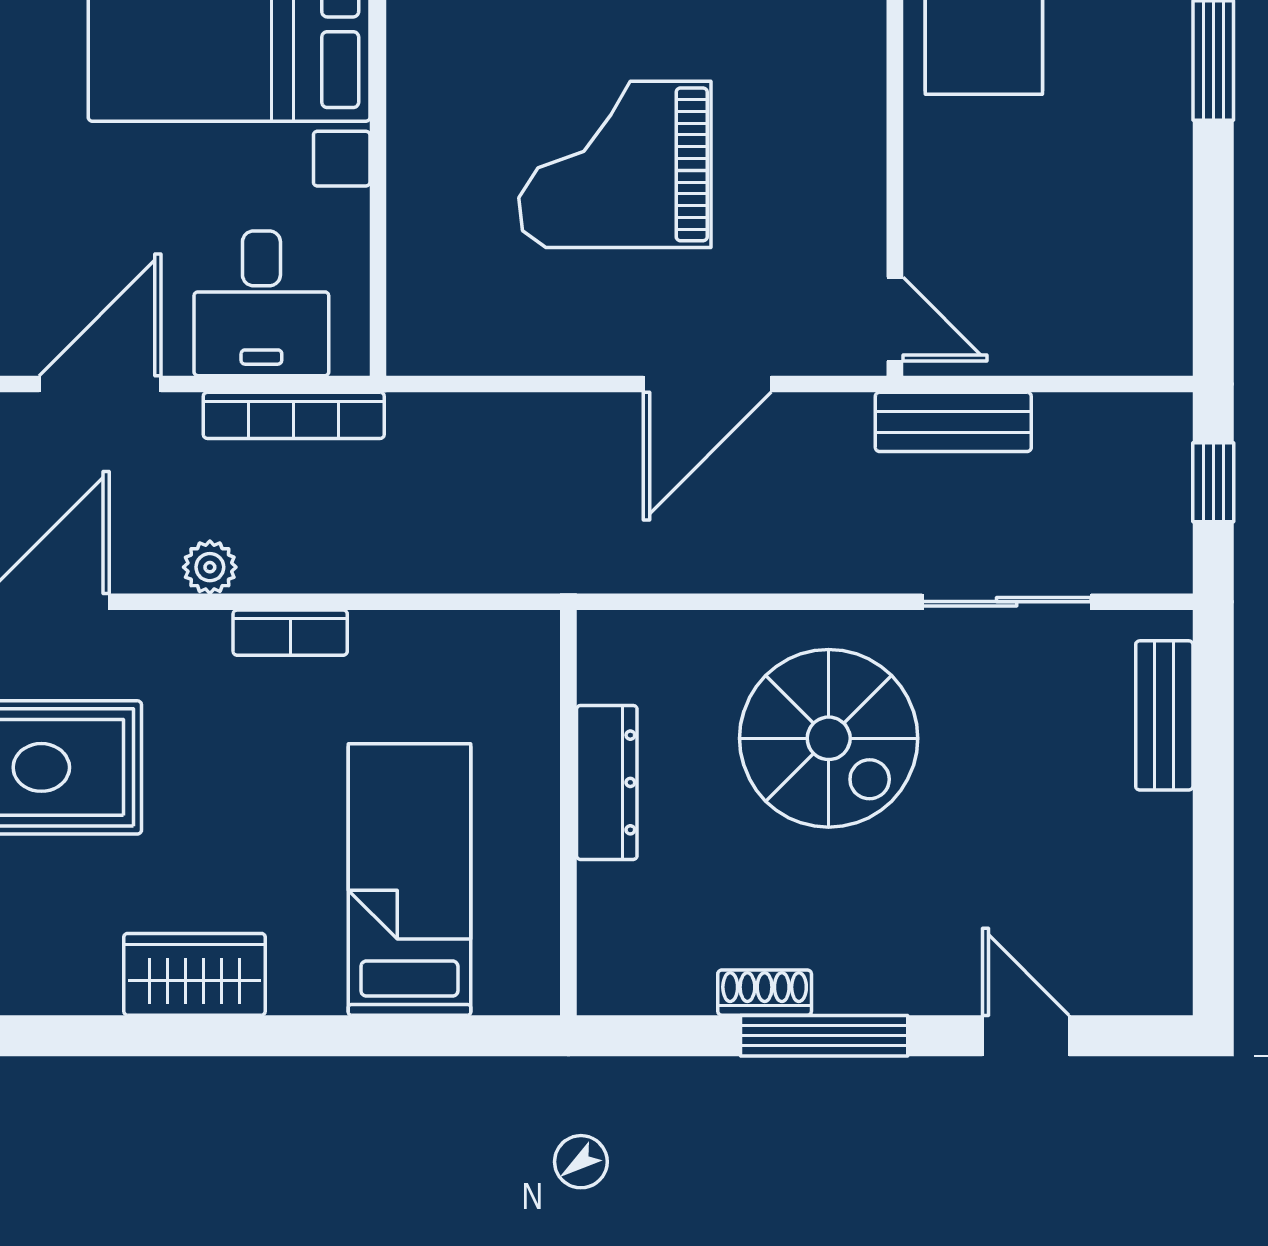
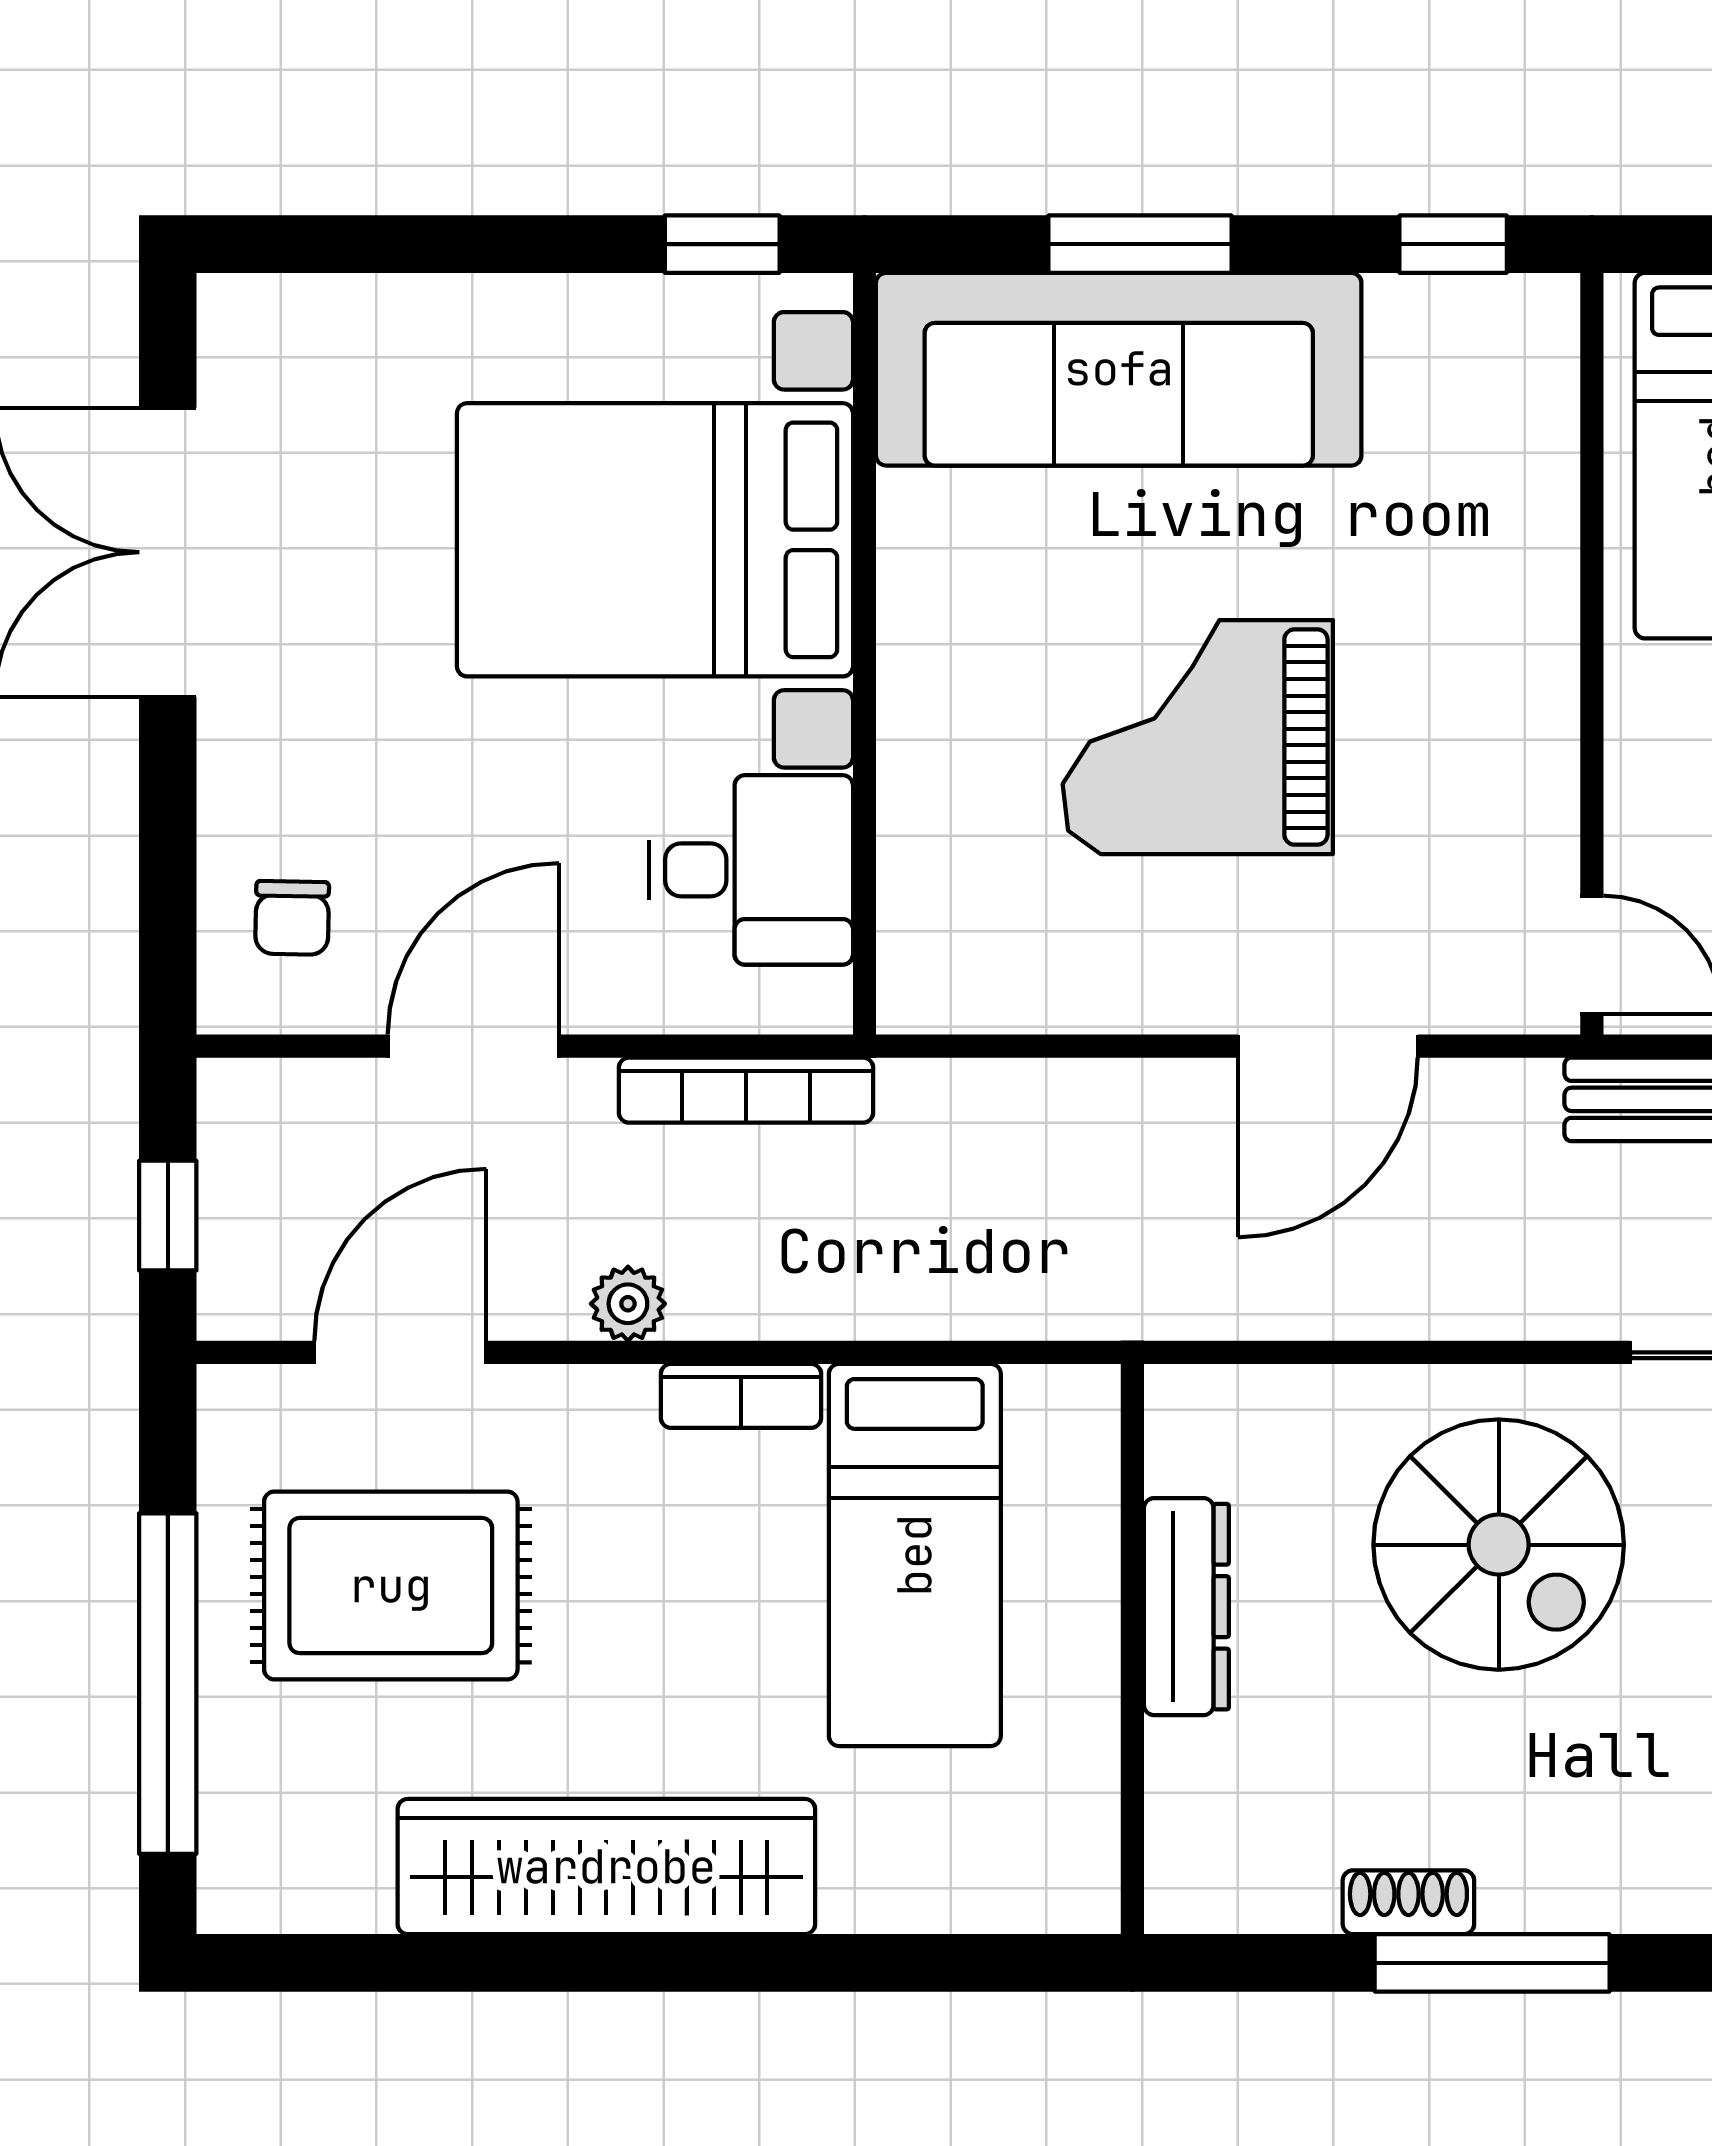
desk: (261, 303) -> (751, 870), moved, turned -90
bed: (409, 879) -> (915, 1555), moved, turned 180
wardrobe: (195, 974) -> (606, 1867), width x2.10, depth x1.17

